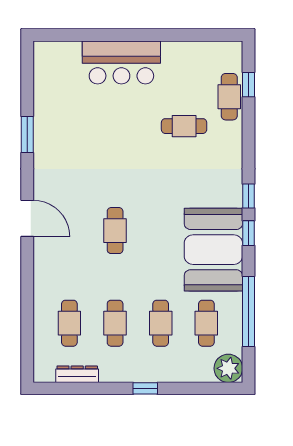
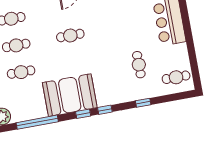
window: (248, 85) -> (143, 103), moved
cafe table: (229, 97) -> (176, 77), moved
cafe table: (206, 323) -> (26, 99), removed

